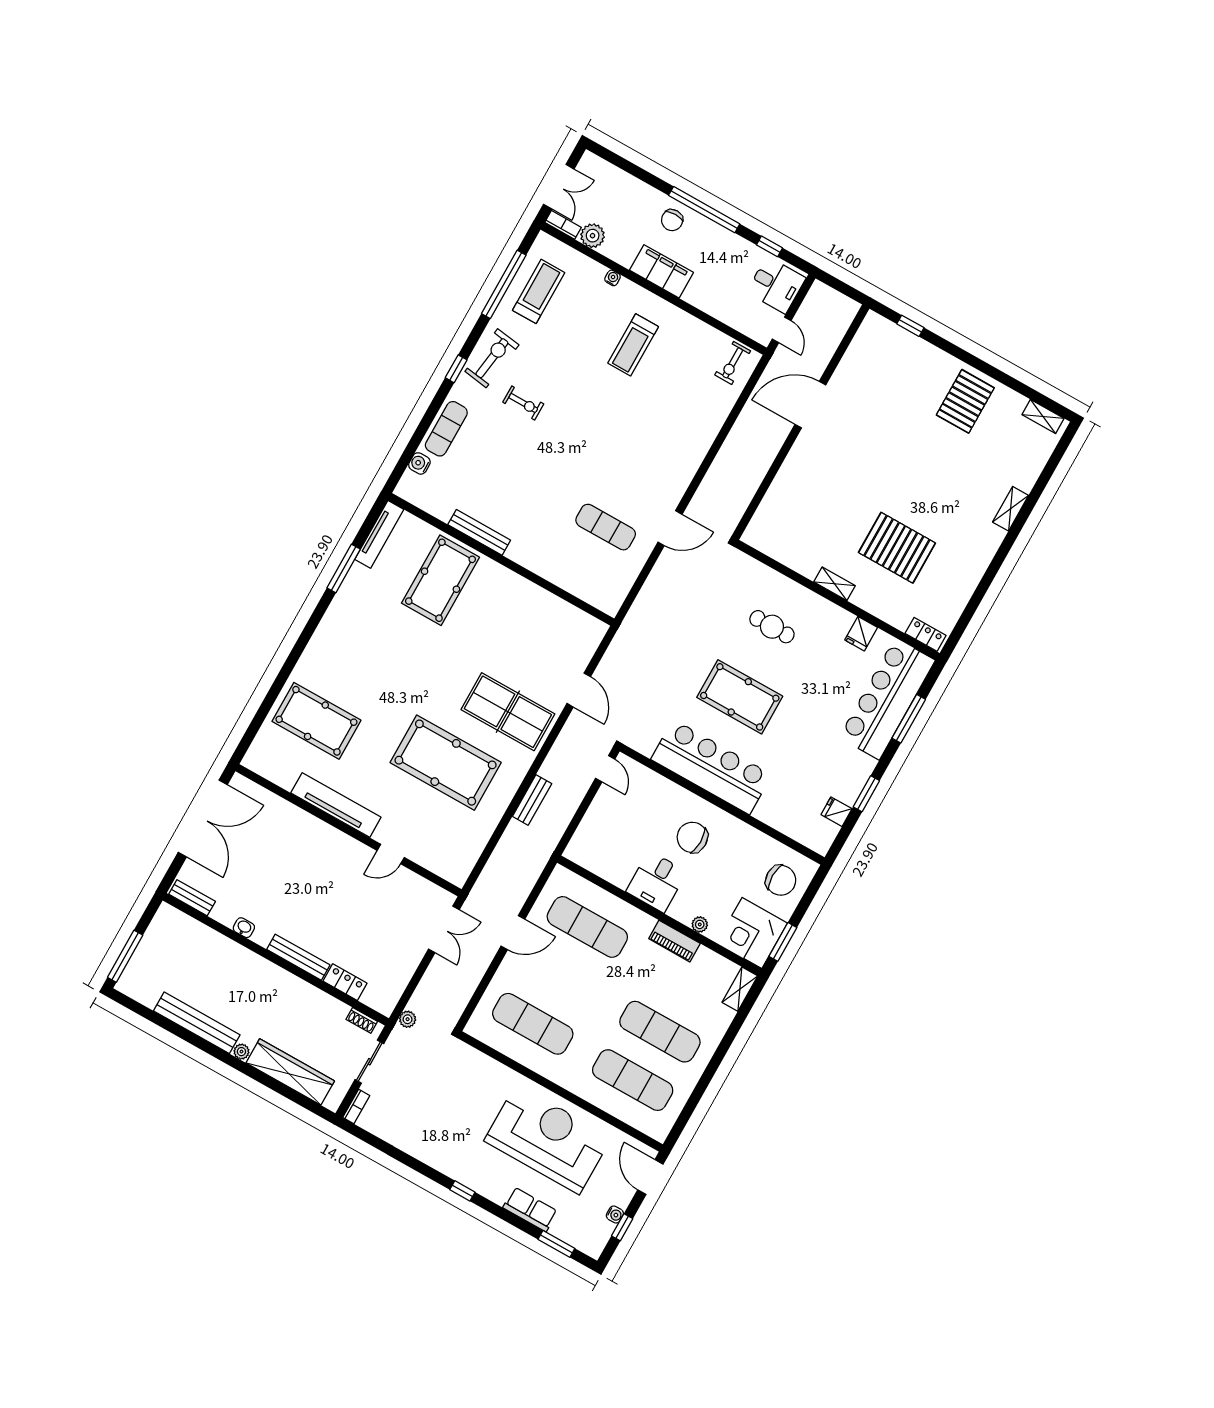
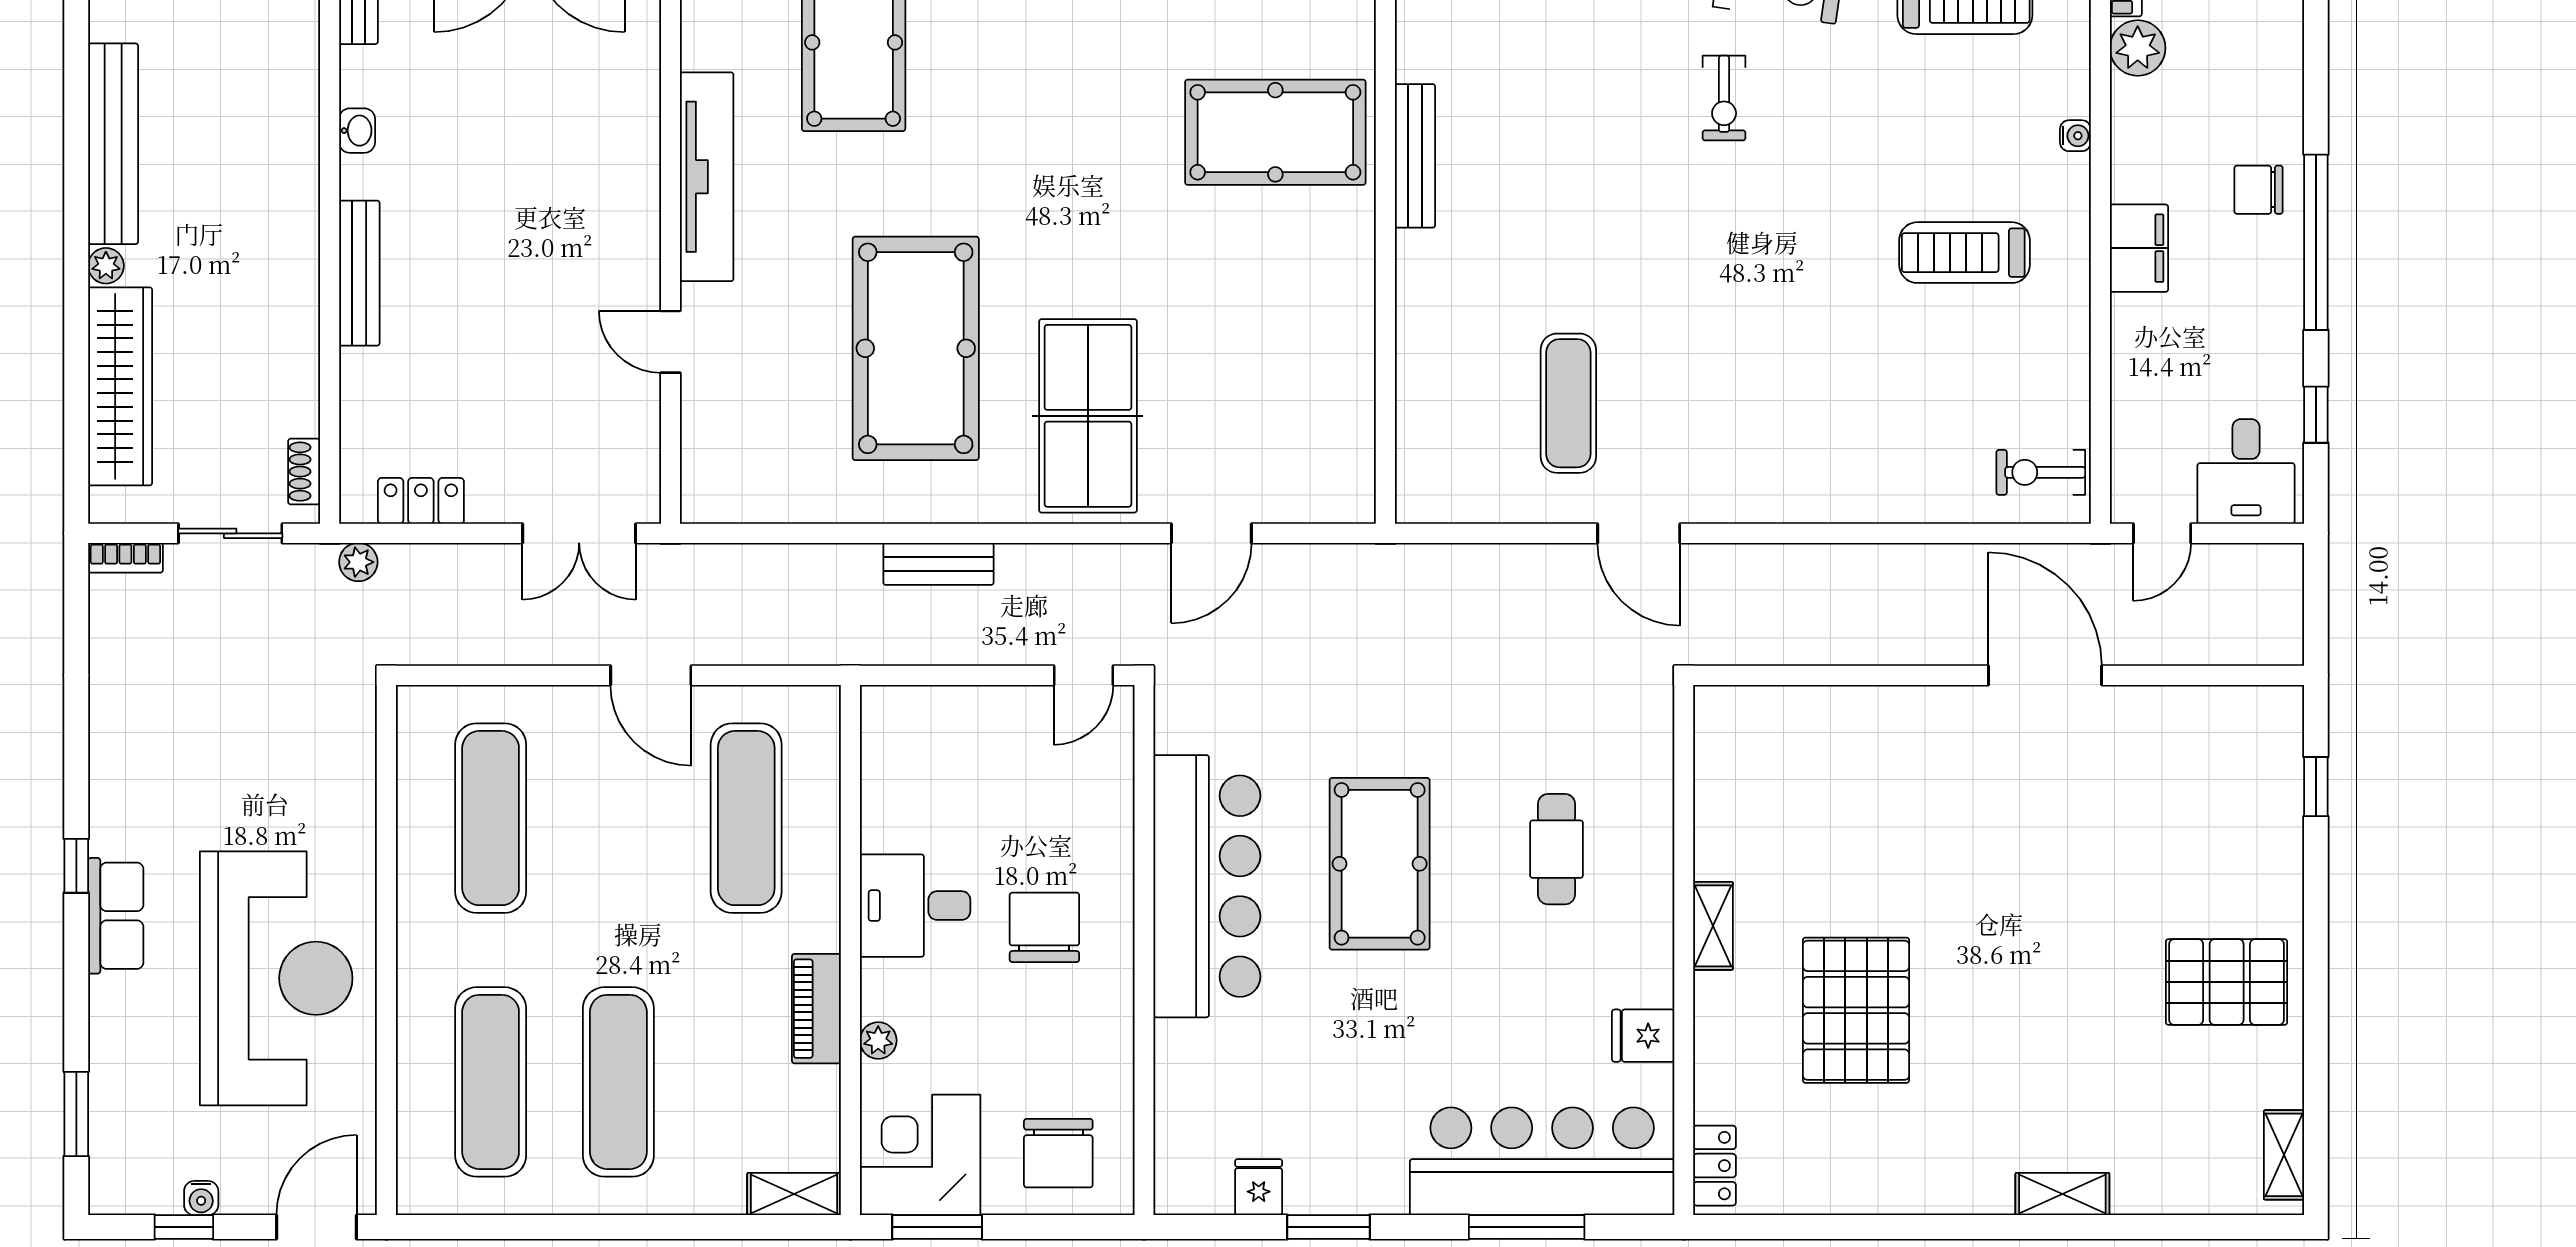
filing cabinet: (661, 271) -> (2139, 248), width x0.67, depth x0.86
locker: (345, 982) -> (421, 501), moved, turned -90
row of seats: (530, 1209) -> (116, 916), moved

